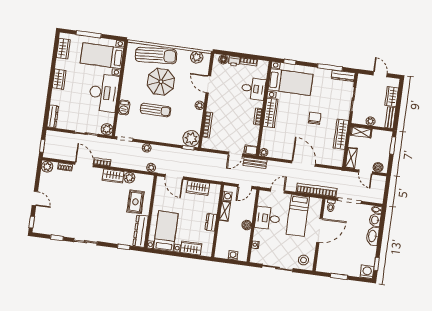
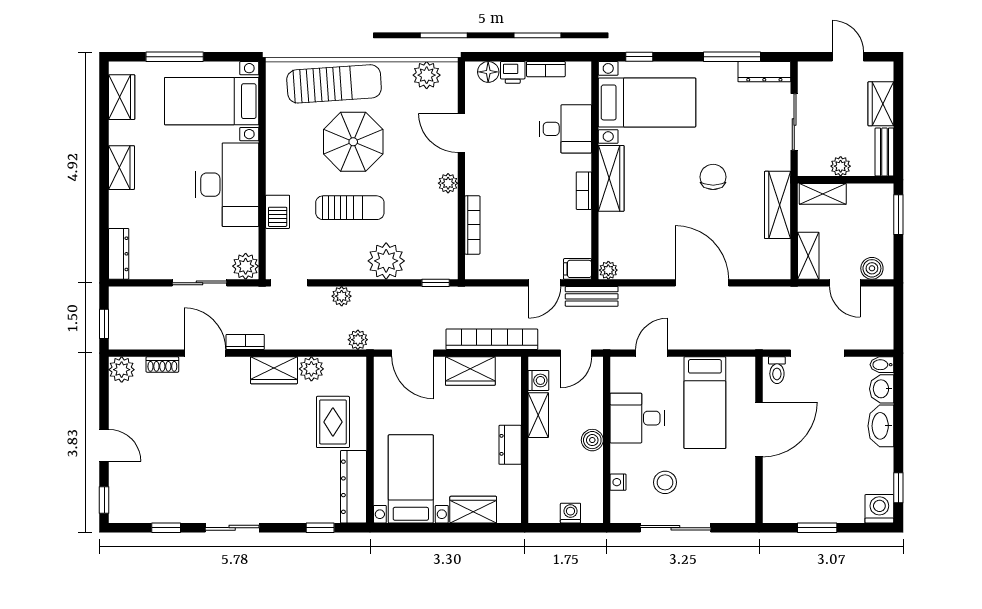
plant: (191, 138) -> (386, 261), moved
bookcase: (317, 190) -> (492, 339), moved
stool: (303, 260) -> (665, 482), moved

